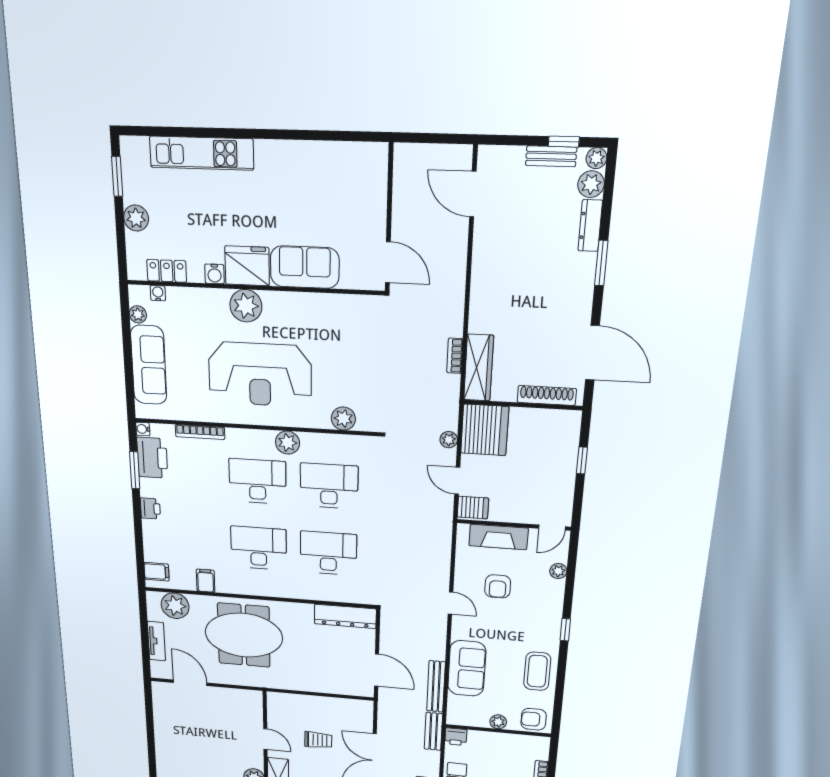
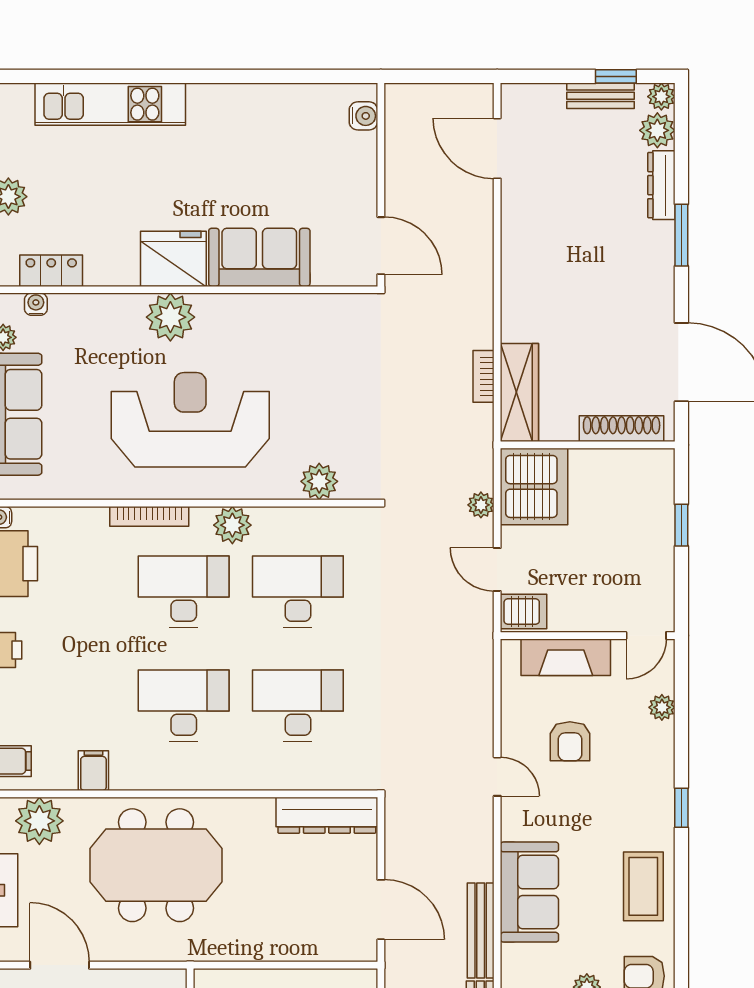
water cooler: (214, 274) -> (363, 116), moved, turned -90
reception desk: (260, 374) -> (190, 420), turned 180
bookcase: (200, 432) -> (149, 516), moved

